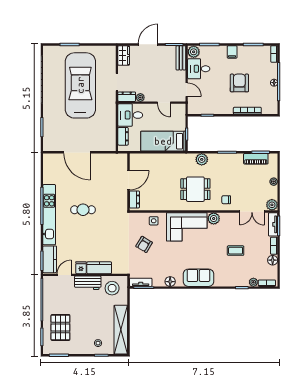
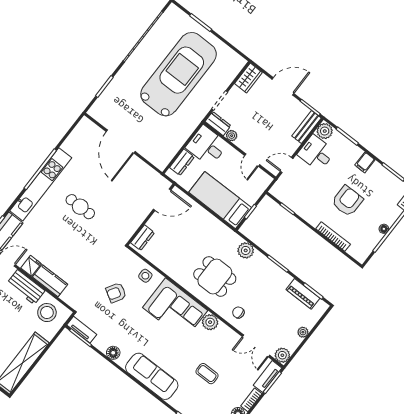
door: (187, 90) -> (287, 165), swing flipped
door: (129, 180) -> (162, 200), moved
sofa: (198, 278) -> (152, 376), width x1.36

